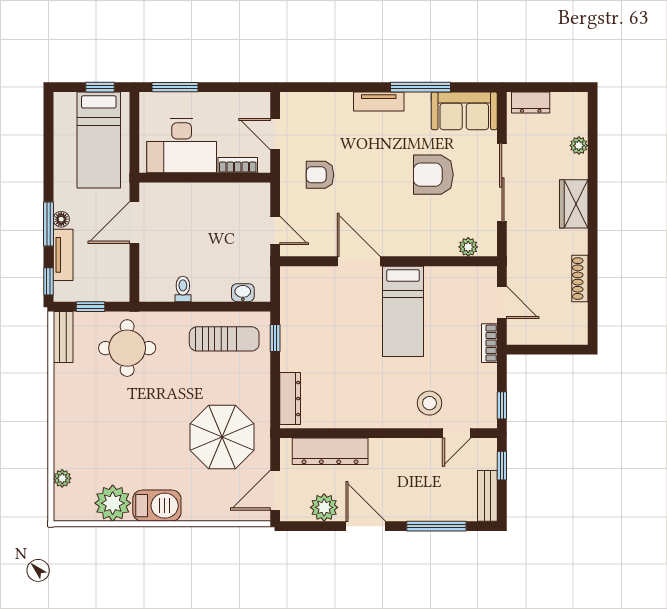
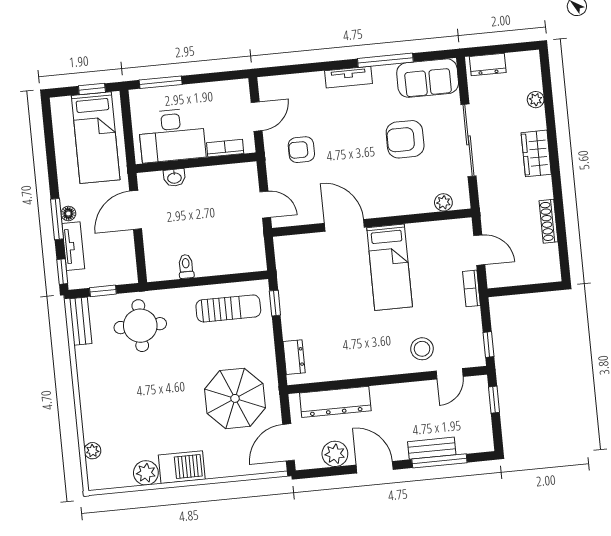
door: (275, 134) -> (257, 117), swing flipped
washbasin: (243, 293) -> (174, 178), moved, turned 180
dresser: (290, 399) -> (294, 357), width x0.70
bench: (487, 496) -> (432, 448), moved, turned 90
plant: (113, 503) -> (146, 473), width x0.73, depth x0.73

